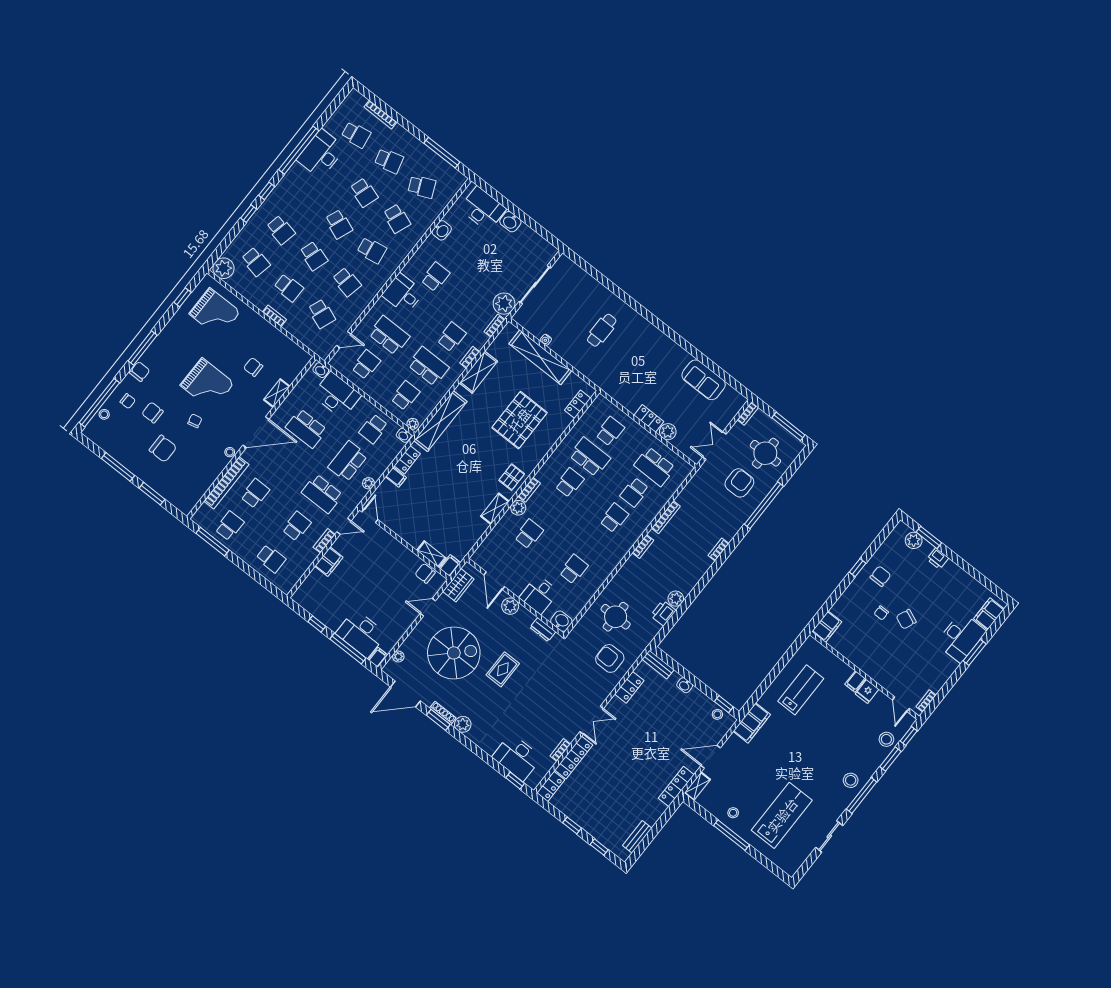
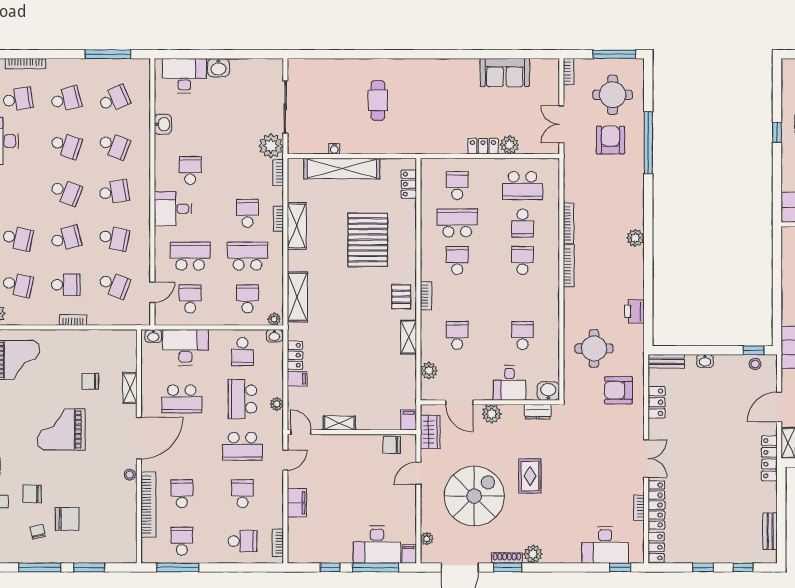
school desk: (314, 256) -> (66, 238), turned -33
grand piano: (207, 384) -> (61, 429), turned 180
chair: (195, 421) -> (38, 532), moved
shelving: (440, 421) -> (297, 297), width x0.68
plant: (518, 508) -> (429, 371), moved
bookcase: (324, 541) -> (278, 543), moved
bookcase: (643, 547) -> (569, 266), width x1.56
bookcase: (719, 550) -> (639, 215), removed
shelving: (431, 554) -> (339, 423), moved
plant: (676, 599) -> (635, 238), moved

